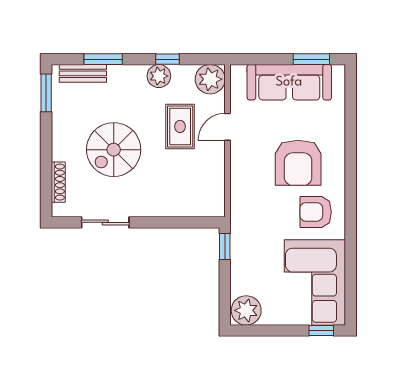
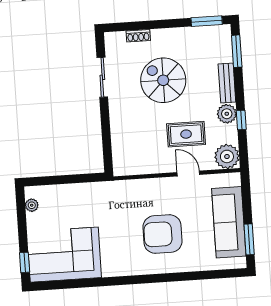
window: (103, 59) -> (237, 51), moved
bench: (83, 73) -> (227, 83), moved
shoe rack: (58, 182) -> (138, 36), width x0.70
armchair: (316, 212) -> (123, 251), removed
window: (225, 246) -> (89, 178), removed
plant: (246, 310) -> (32, 205), width x0.53, depth x0.53

